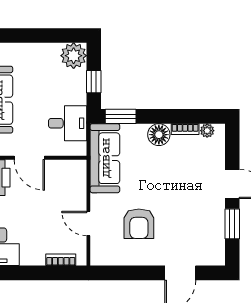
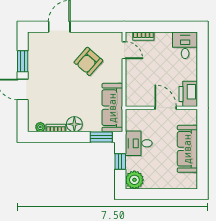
desk: (68, 123) -> (139, 143), moved
door: (88, 224) -> (124, 50), moved
armchair: (139, 224) -> (88, 61), turned -139

